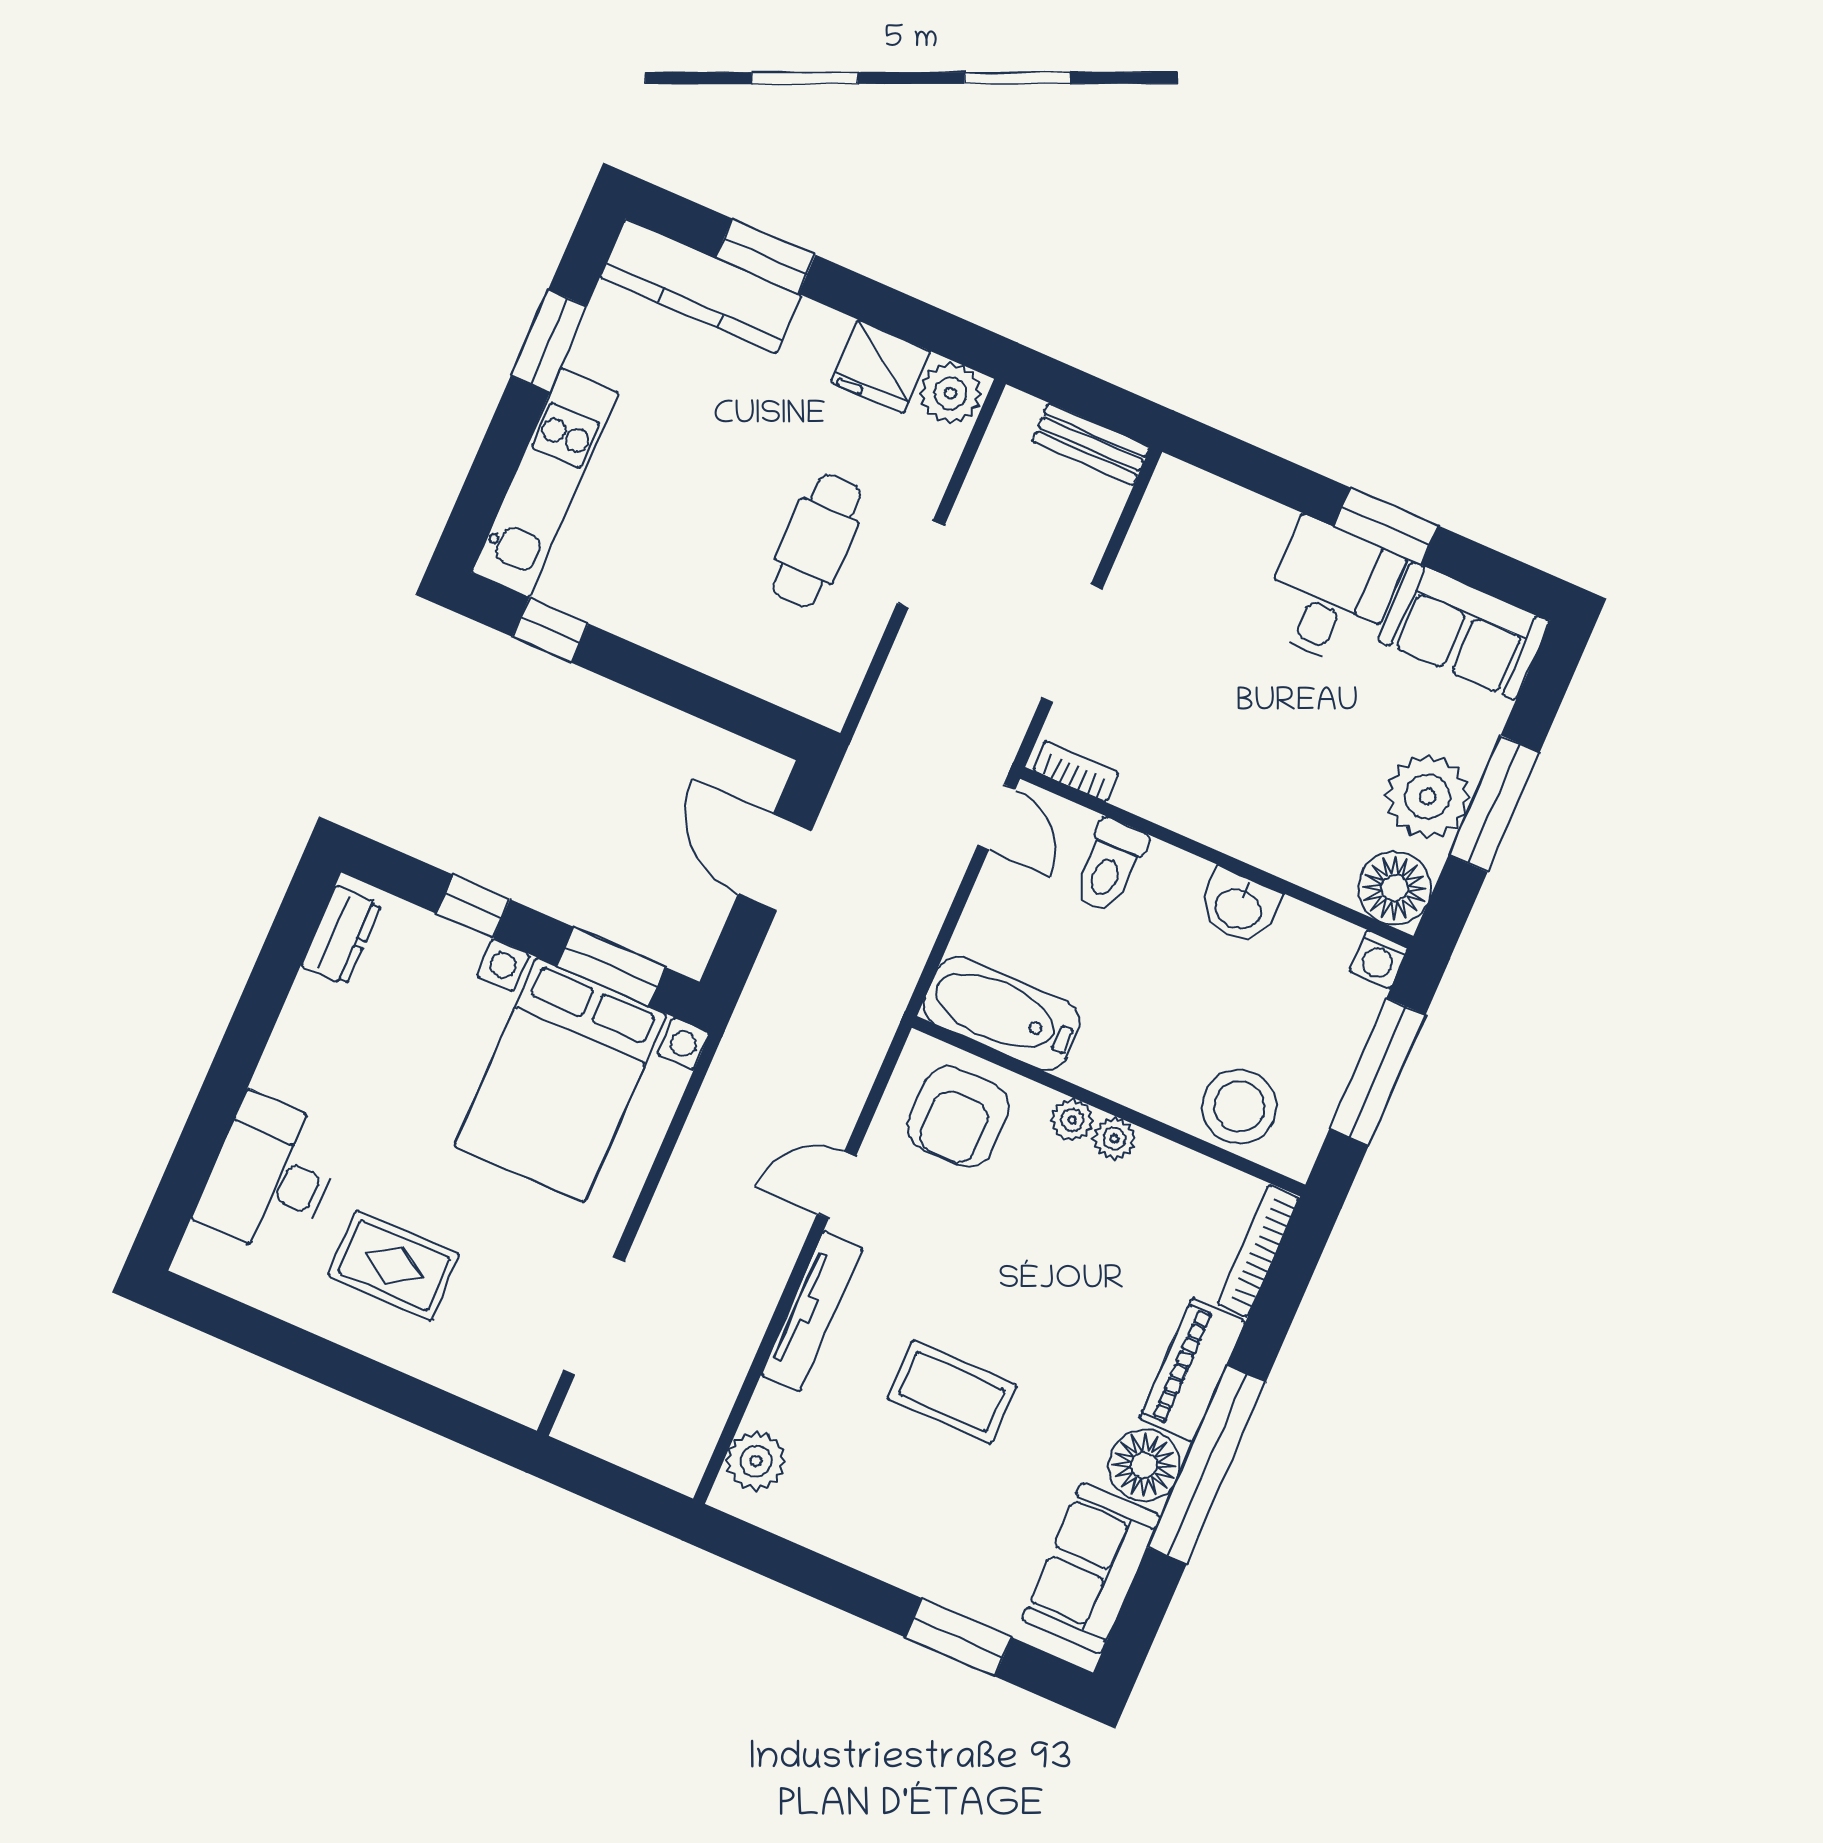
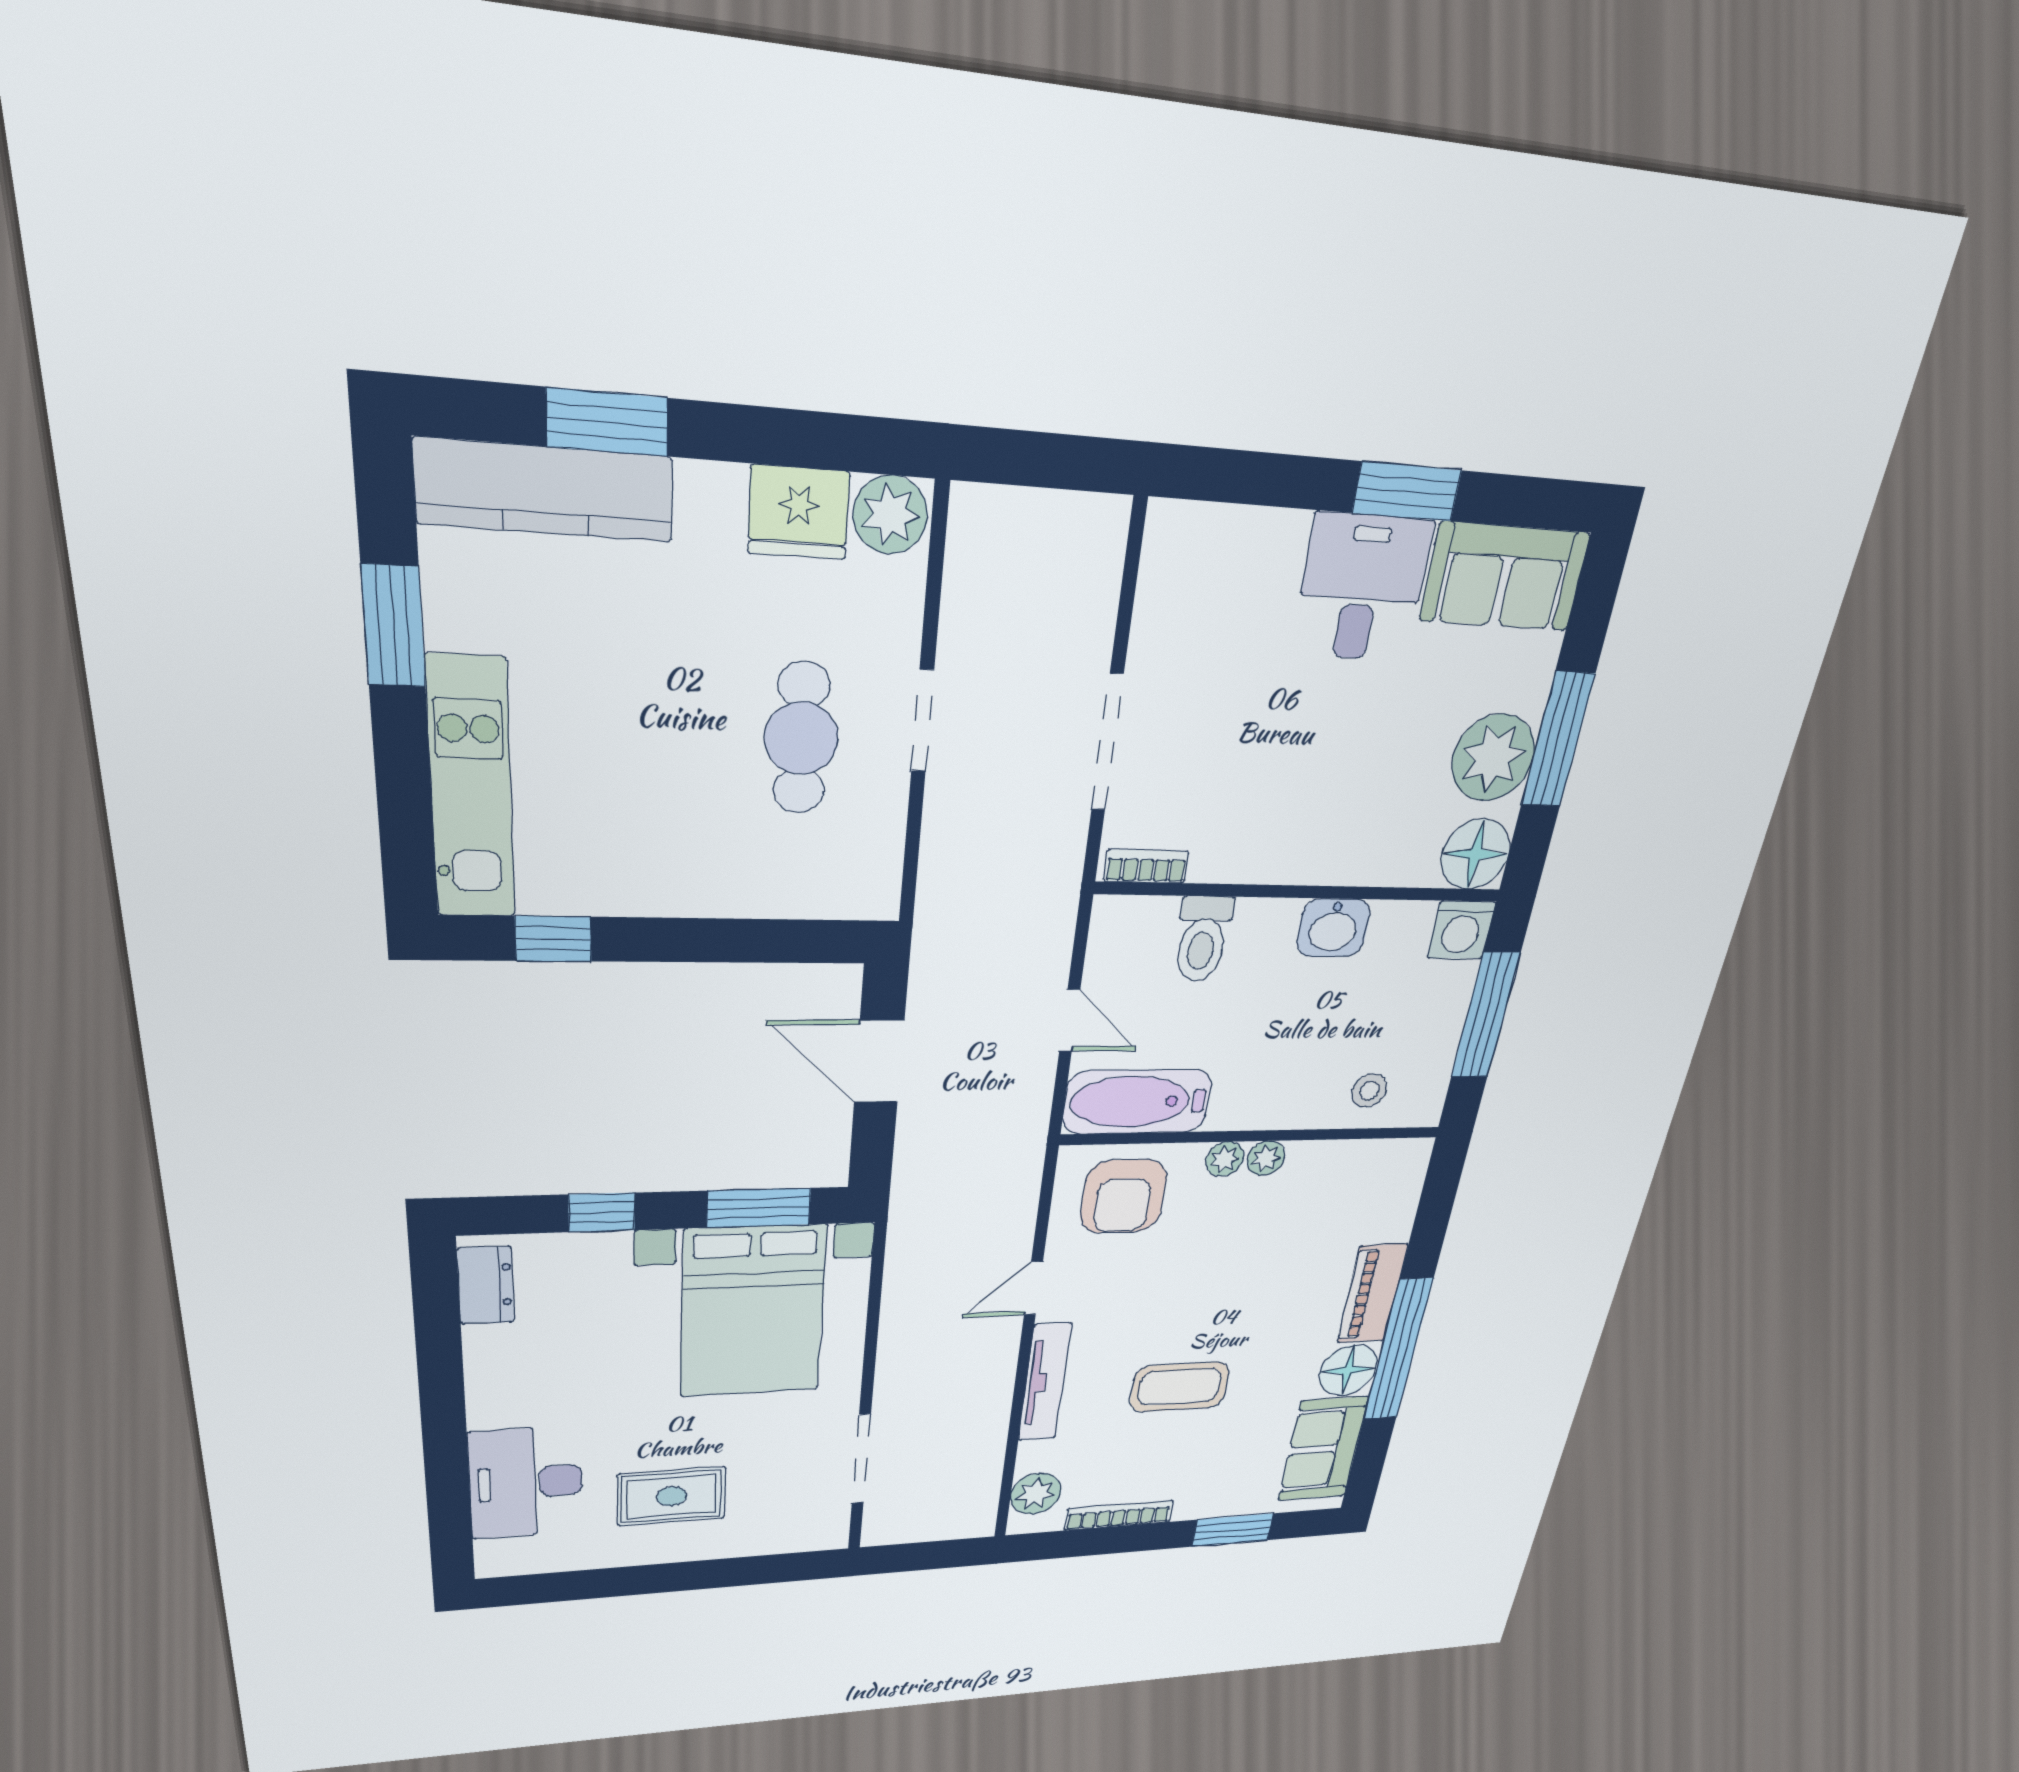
bench: (1091, 444) -> (1067, 516), removed
door: (996, 817) -> (1070, 1021), moved
washing machine: (1379, 959) -> (1461, 930), width x1.38, depth x1.38
stool: (1239, 1106) -> (1369, 1090), width x0.53, depth x0.53
bookcase: (1258, 1251) -> (1119, 1515), moved, turned 90

